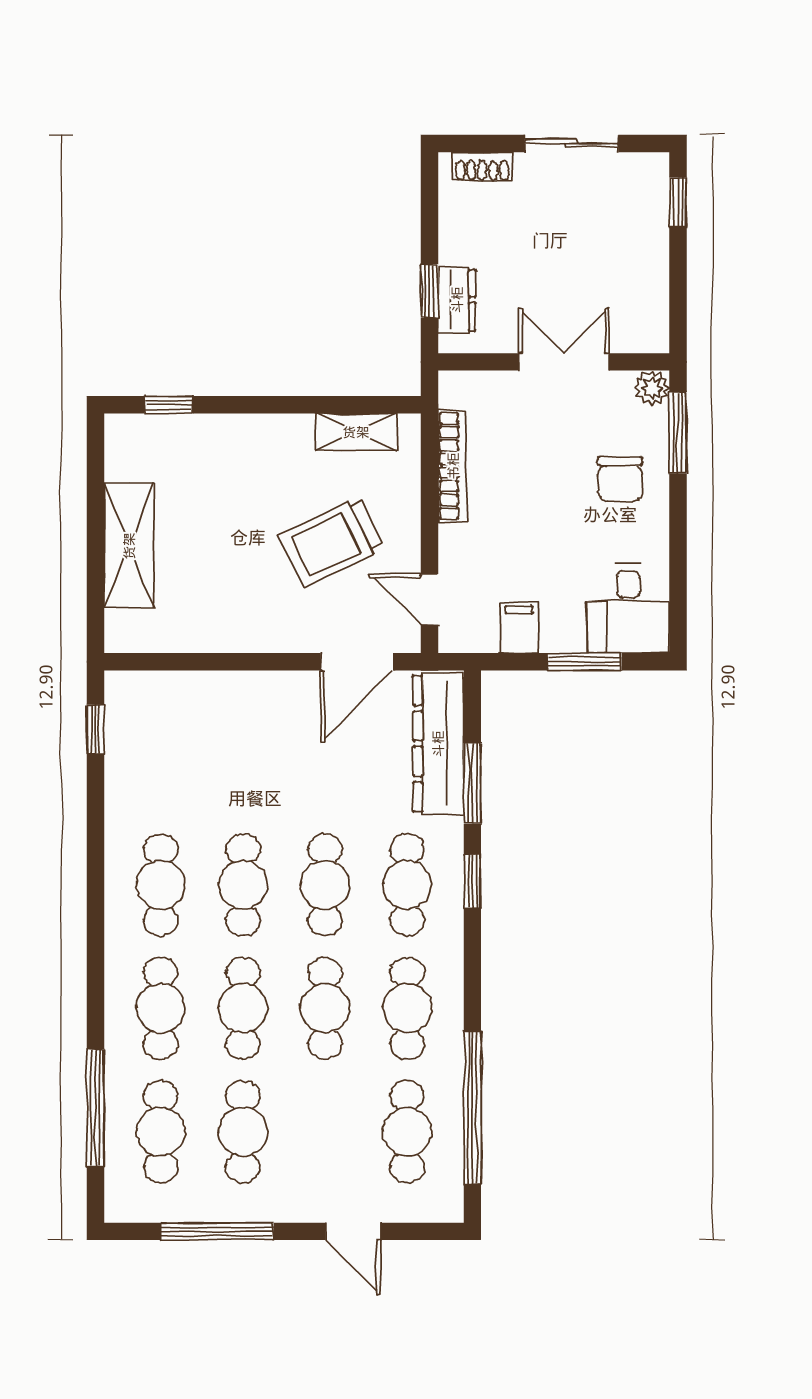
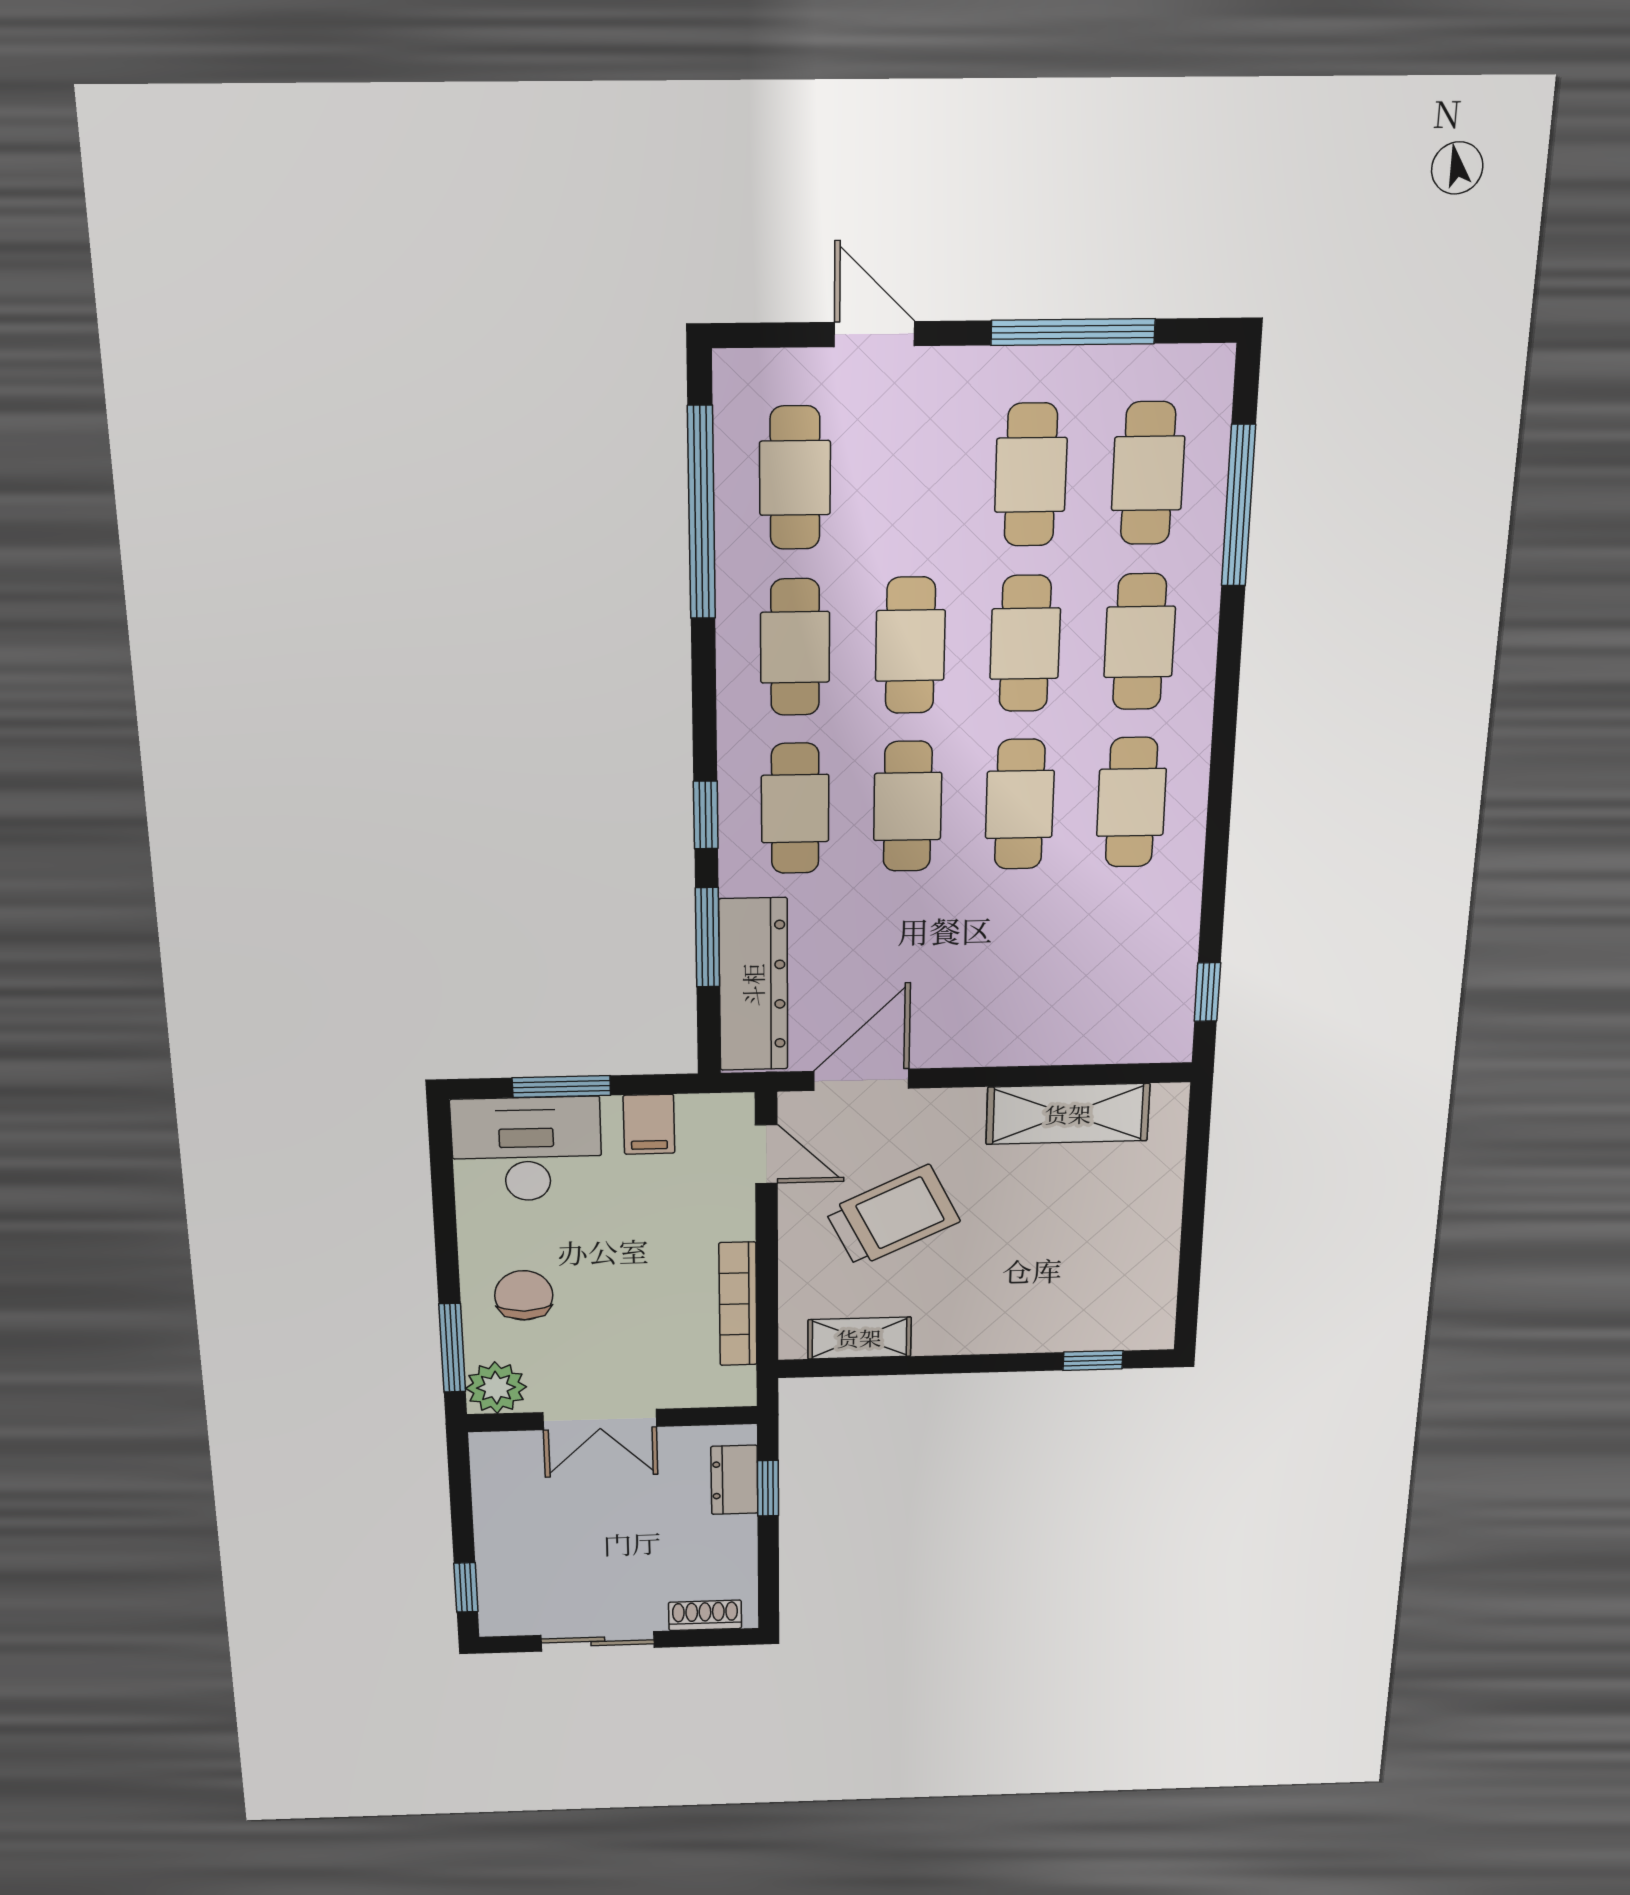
plant: (652, 388) -> (496, 1388), width x1.38, depth x1.38
shelving: (129, 546) -> (1068, 1114), moved, turned 90
desk: (628, 609) -> (527, 1149), width x1.37

